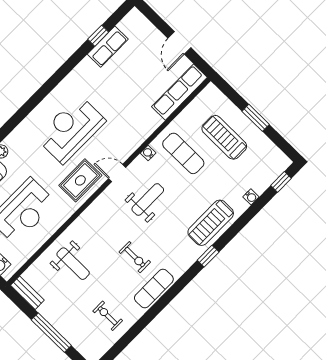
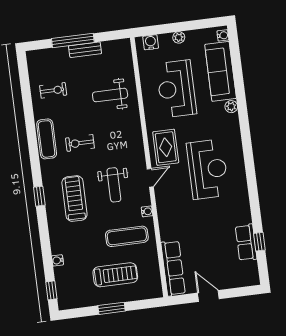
treadmill: (211, 223) -> (74, 199), moved
bench: (27, 293) -> (85, 50), moved

